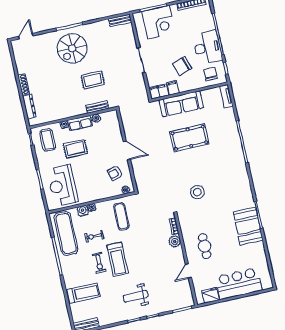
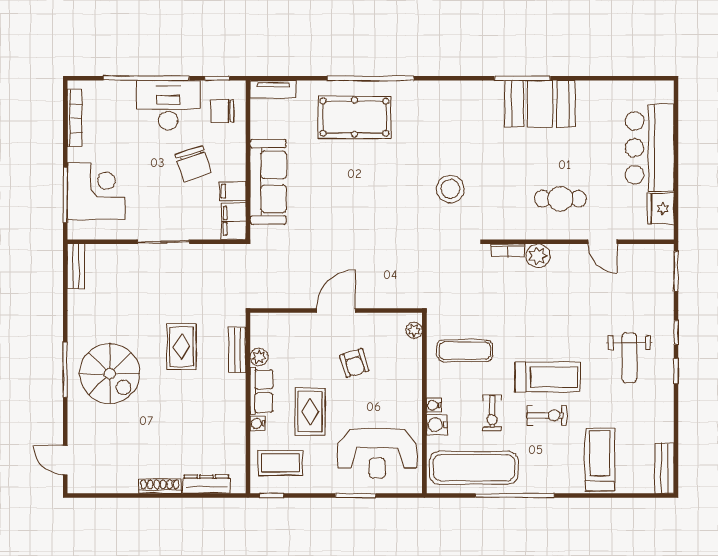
pool table: (189, 138) -> (354, 117), moved, turned 90
armchair: (115, 173) -> (354, 363), moved

